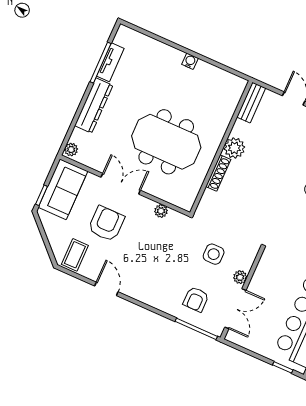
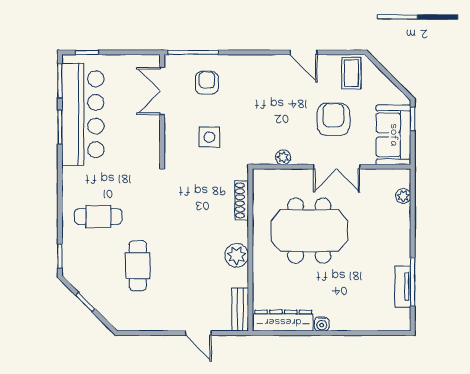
dresser: (94, 105) -> (283, 321), moved, turned 90
plant: (71, 150) -> (403, 196), moved
shoe rack: (218, 173) -> (242, 200), moved
armchair: (106, 224) -> (333, 119), turned 180
plant: (240, 277) -> (172, 125), removed

